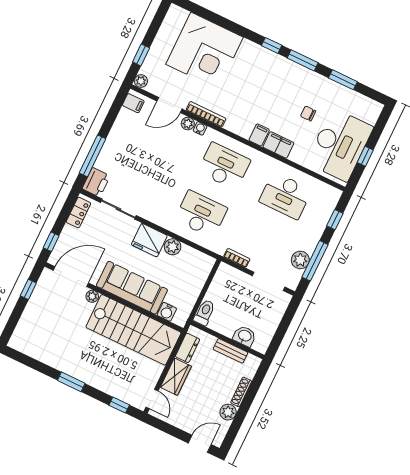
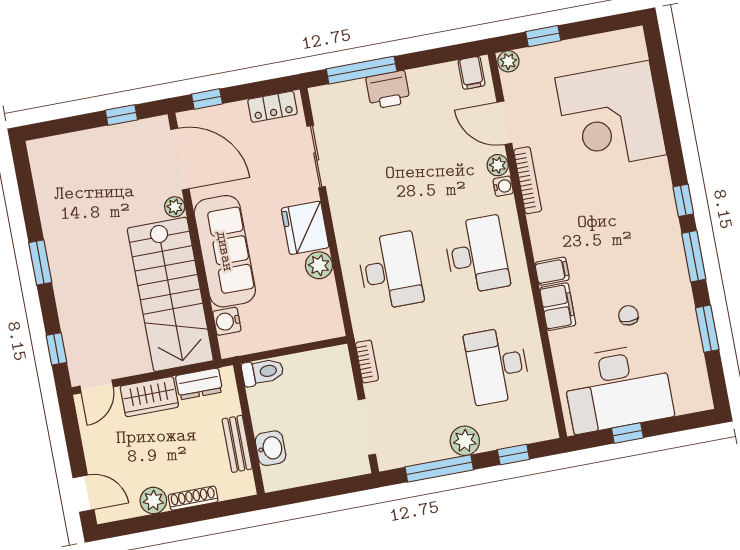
printer: (96, 182) -> (388, 90), moved
plant: (300, 260) -> (465, 441), moved

